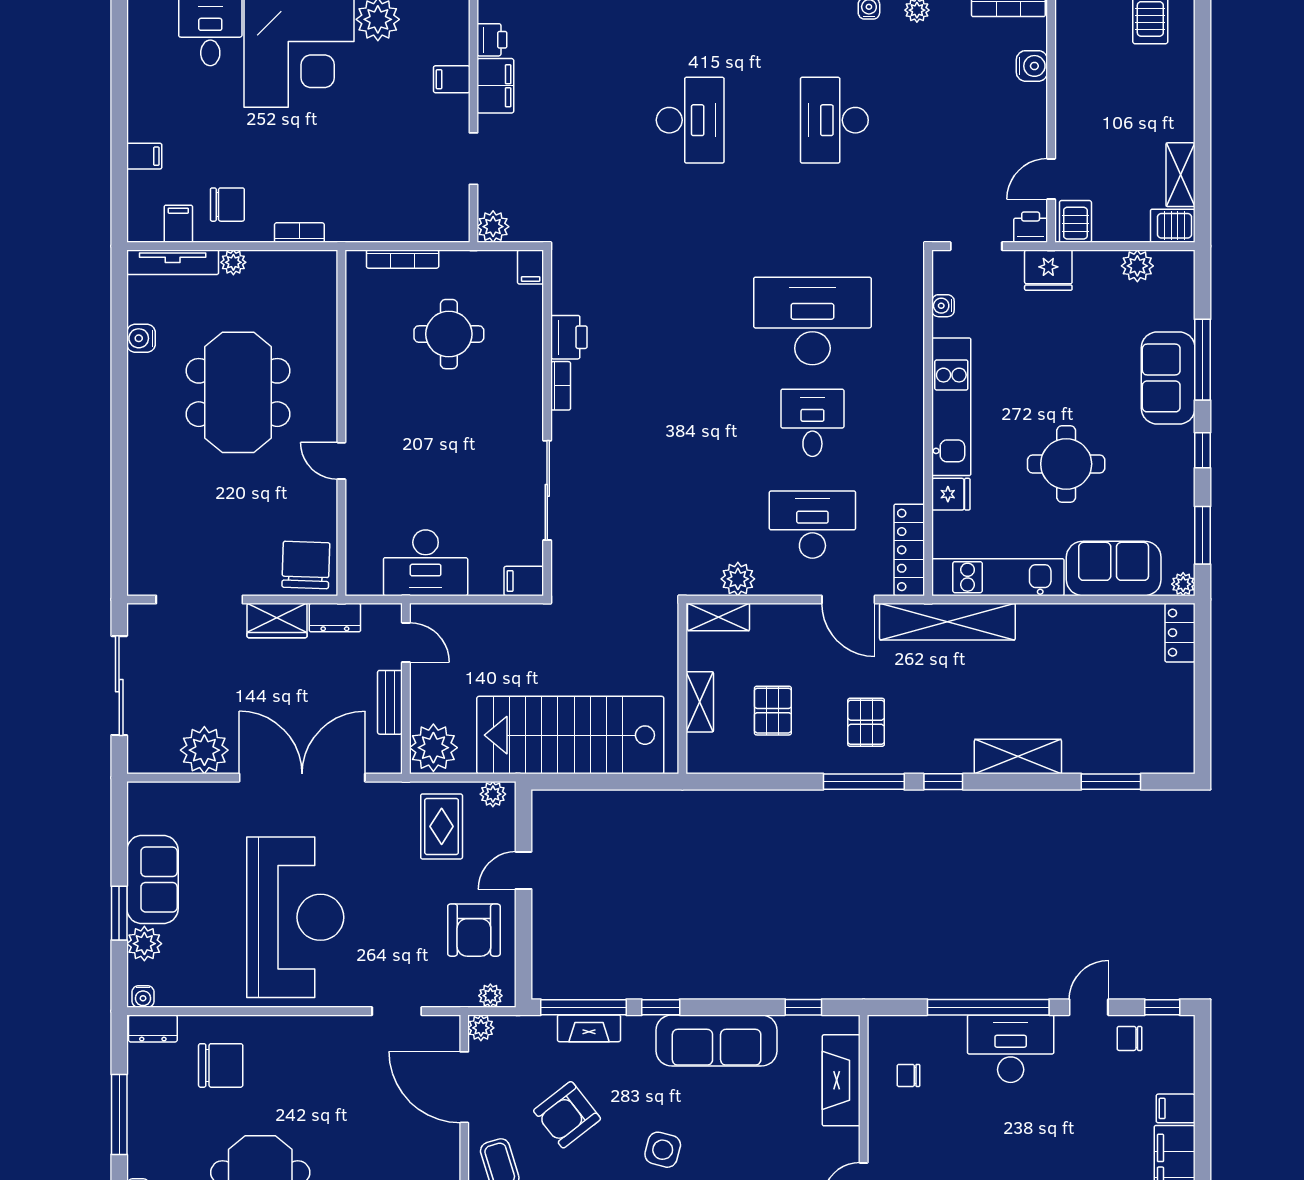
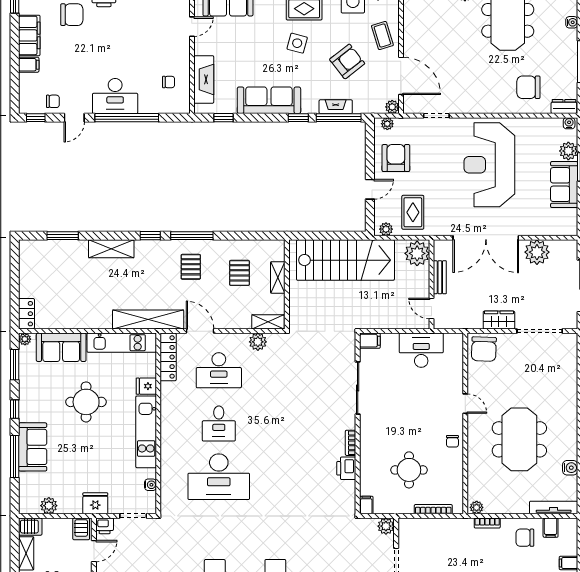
plant: (233, 262) -> (477, 507), moved
chair: (366, 389) -> (452, 441), added
dresser: (335, 618) -> (469, 322), removed

